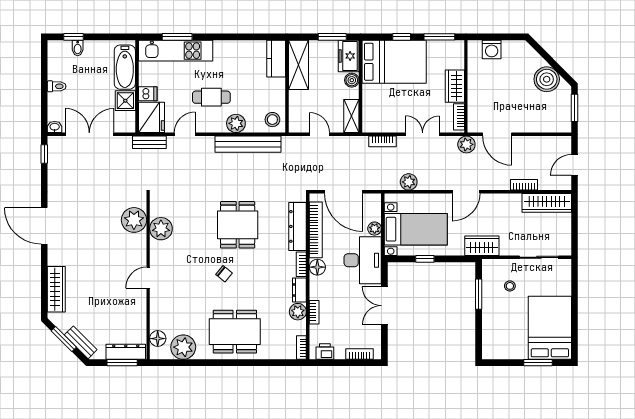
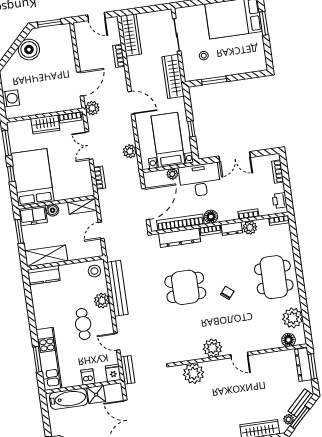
fridge: (151, 117) -> (113, 373), width x0.53, depth x0.75
plant: (161, 229) -> (212, 348), moved
wardrobe: (482, 246) -> (173, 76), width x1.50
plant: (63, 325) -> (289, 419), added

